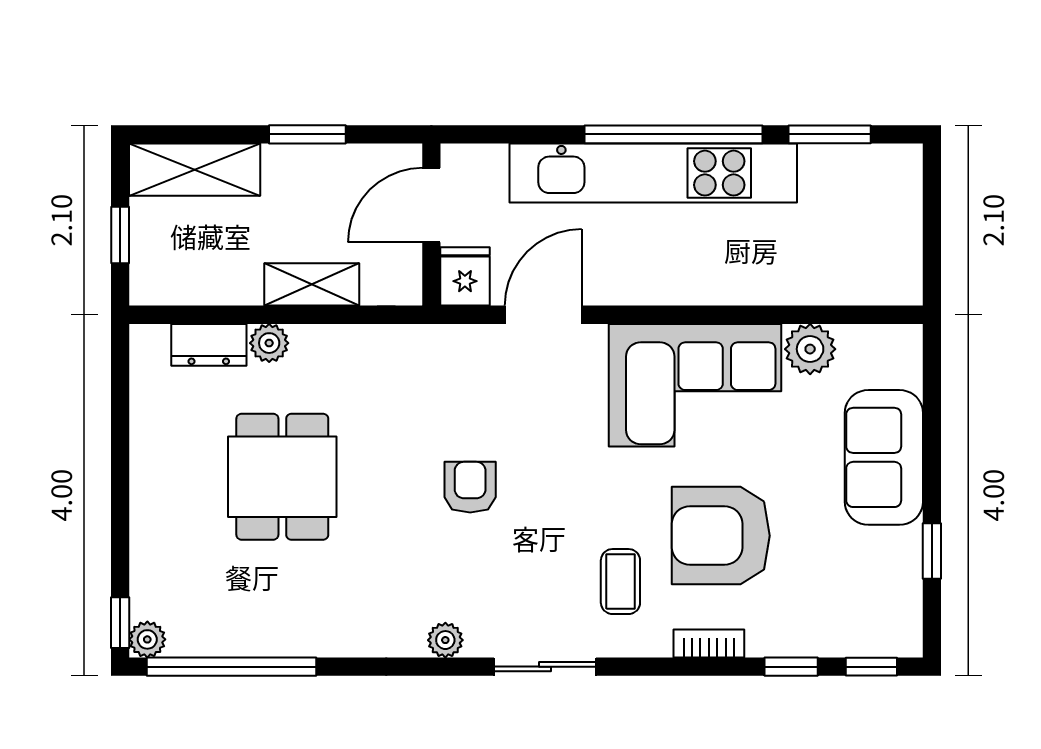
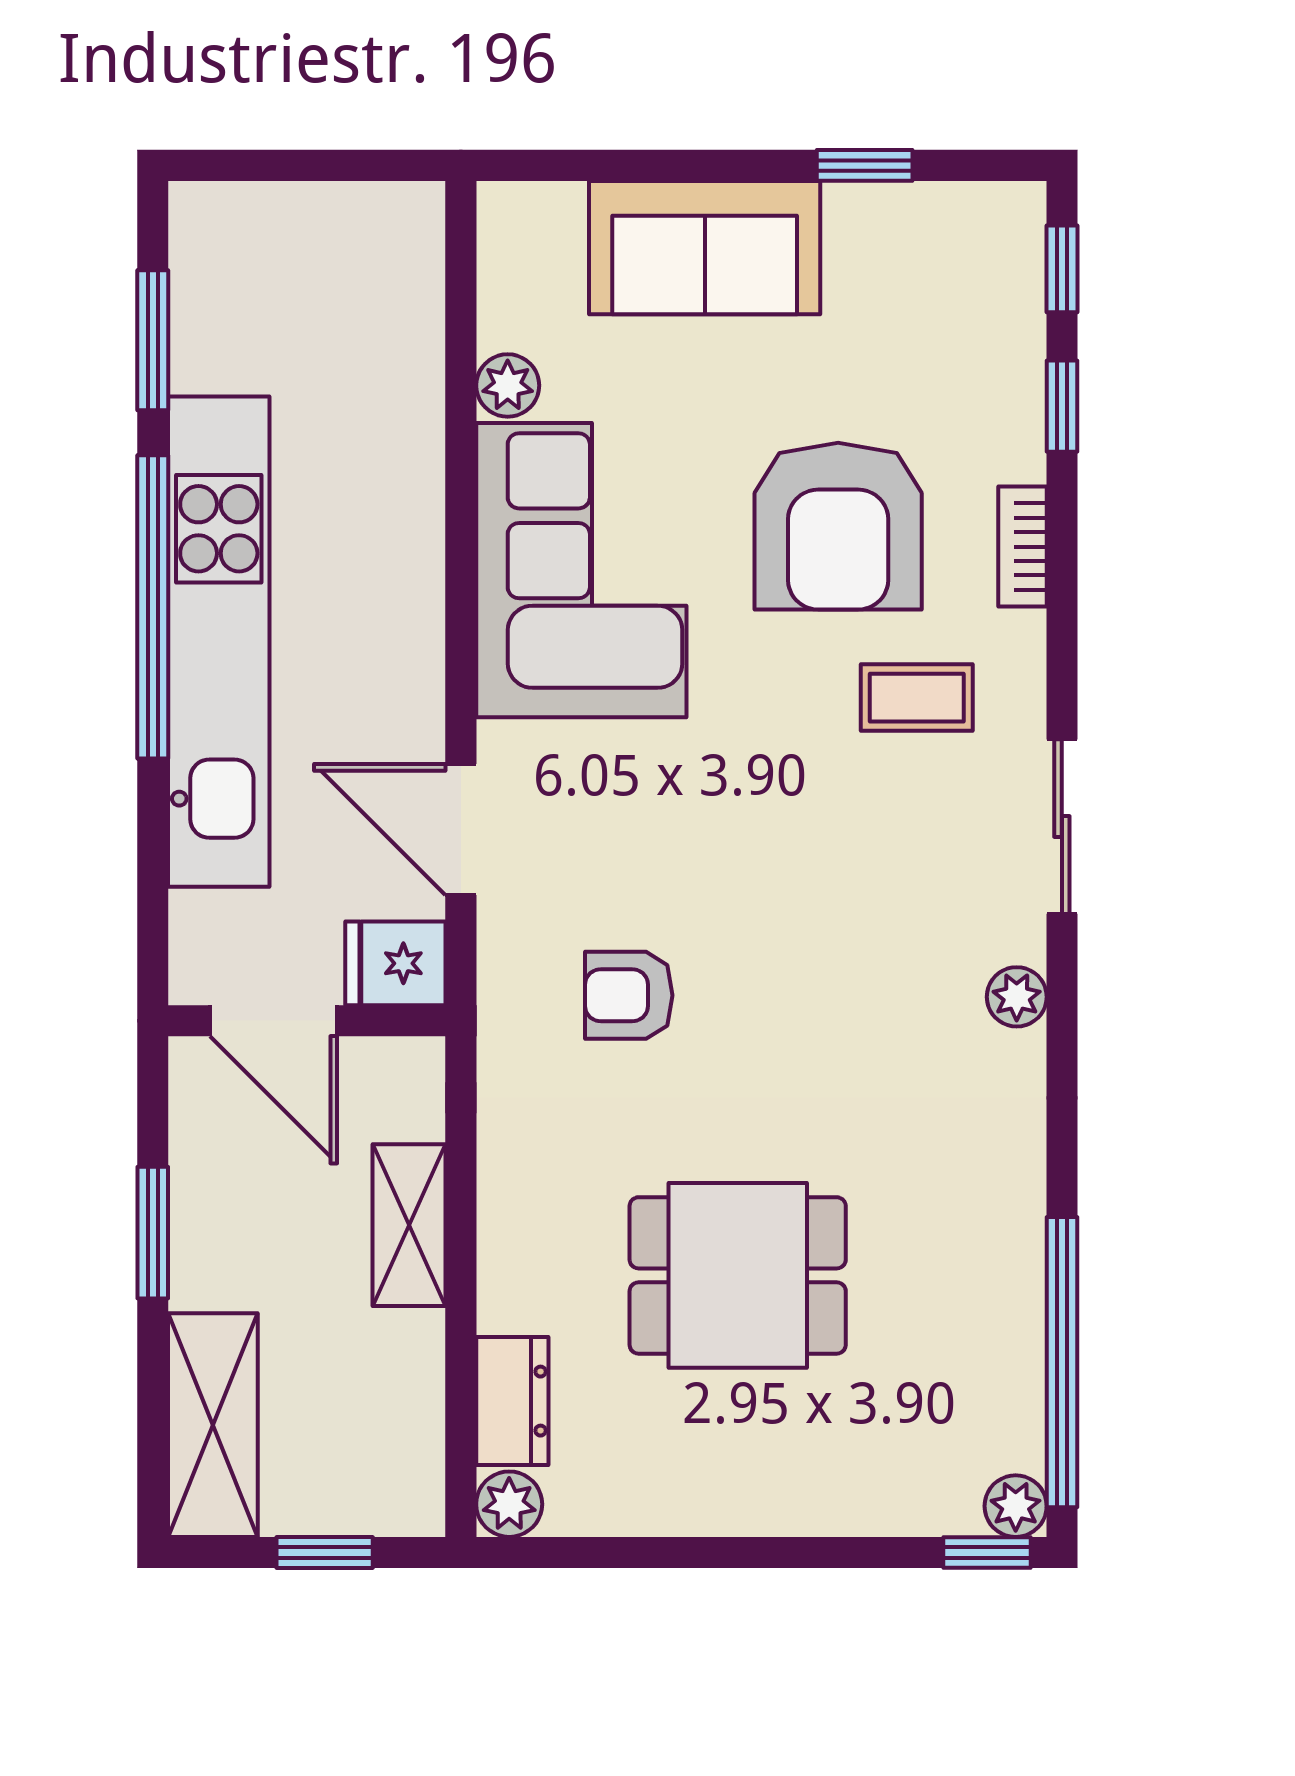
plant: (269, 343) -> (509, 1504), moved
plant: (810, 349) -> (508, 385), width x0.73, depth x0.73
armchair: (470, 487) -> (629, 995), moved

